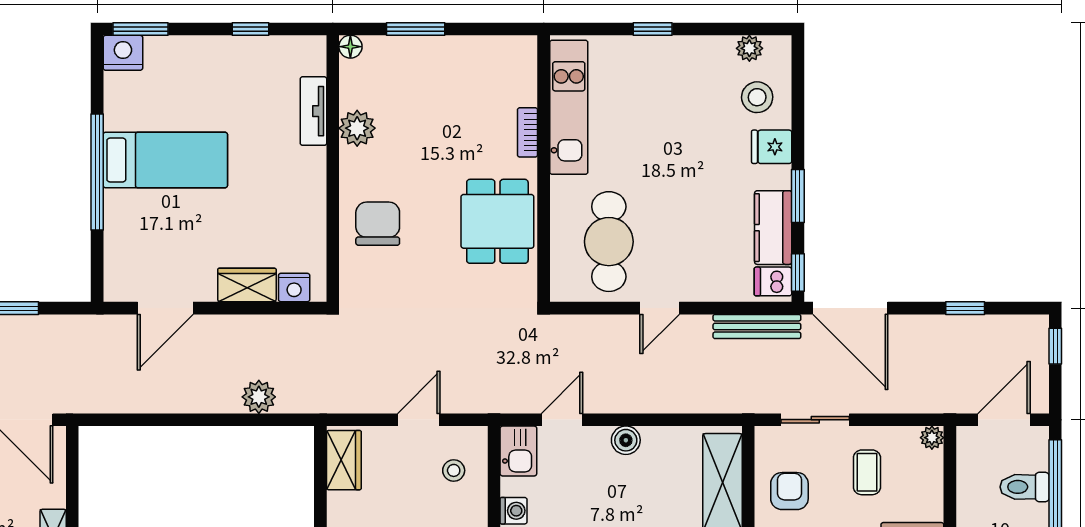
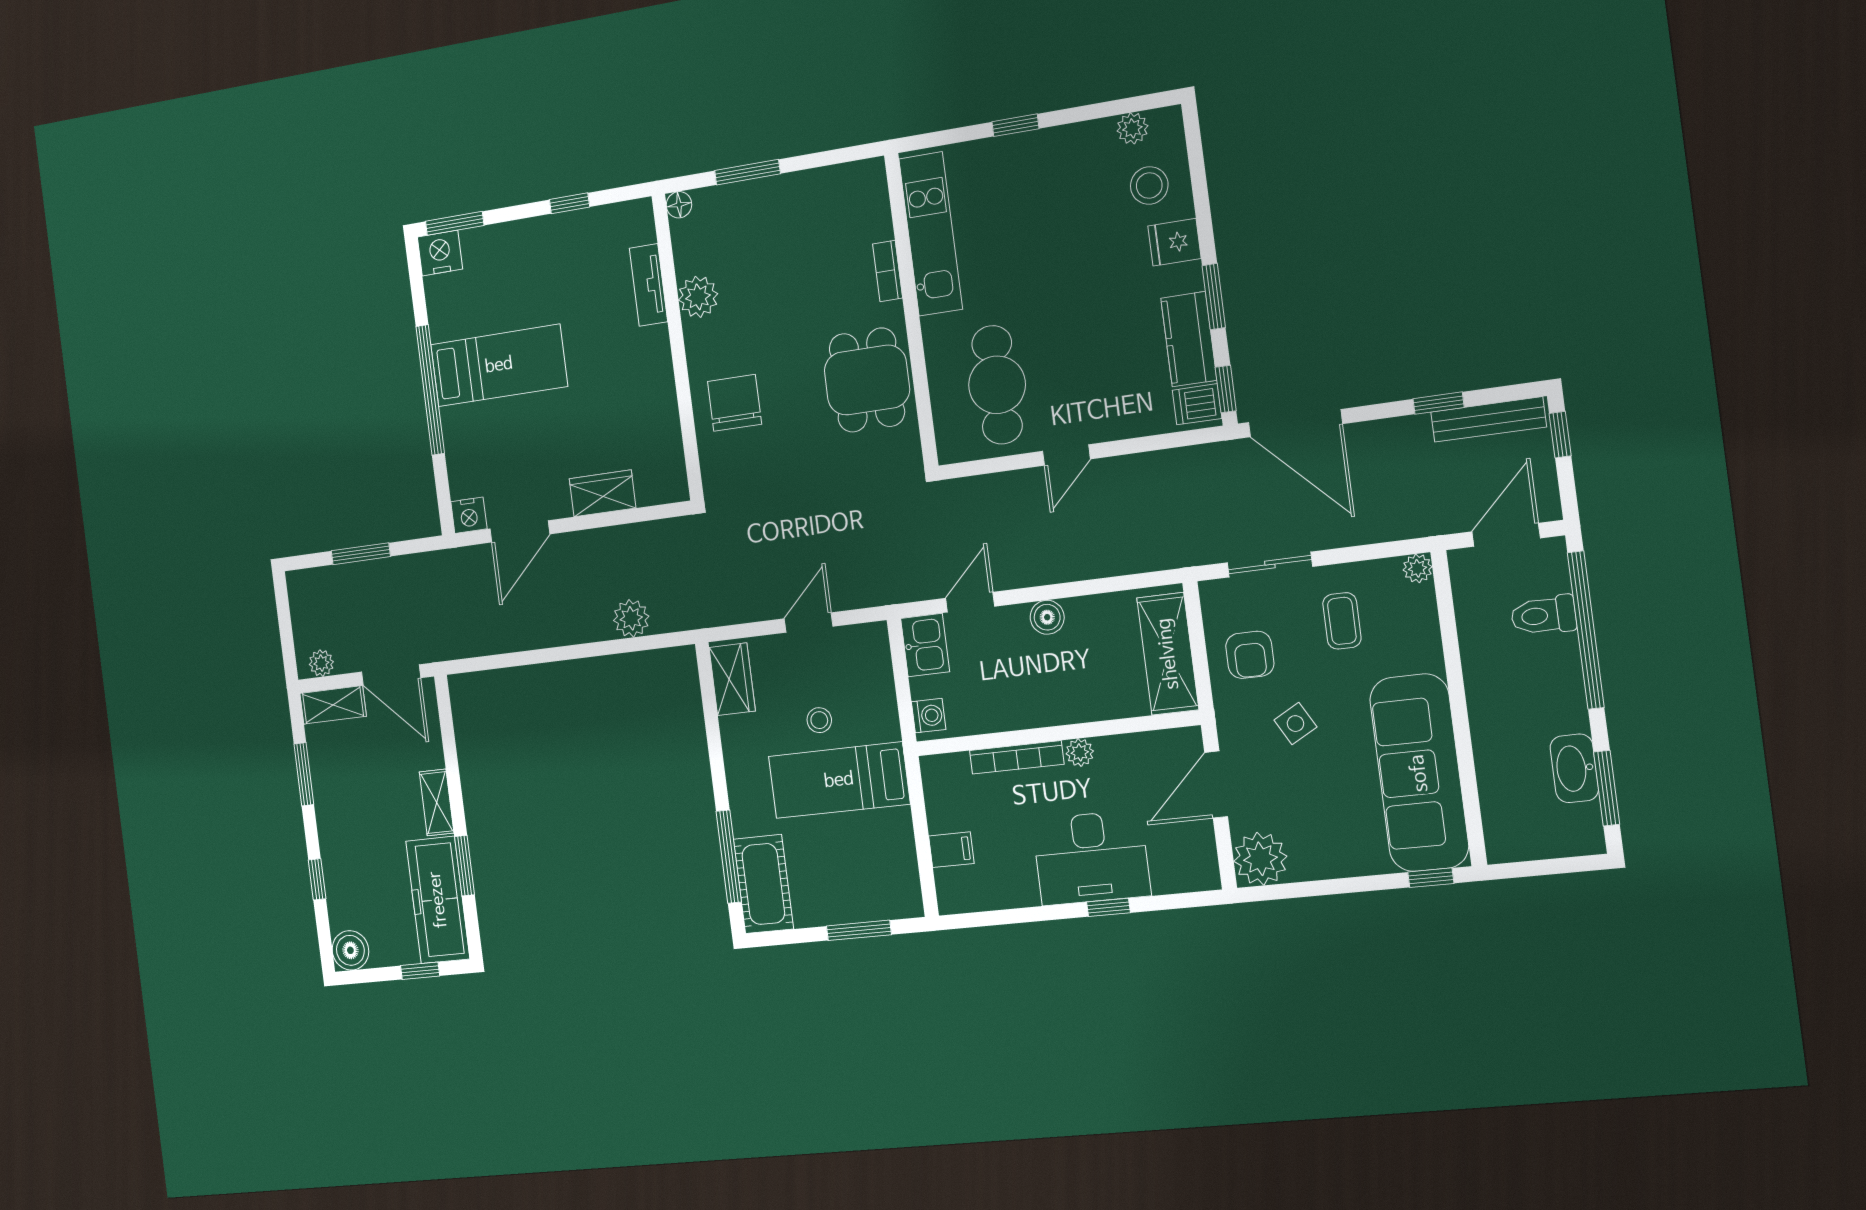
nightstand: (294, 288) -> (469, 515), moved
bench: (757, 327) -> (1488, 419), moved
stool: (454, 470) -> (819, 720), moved
armchair: (789, 491) -> (1250, 655), turned 180

